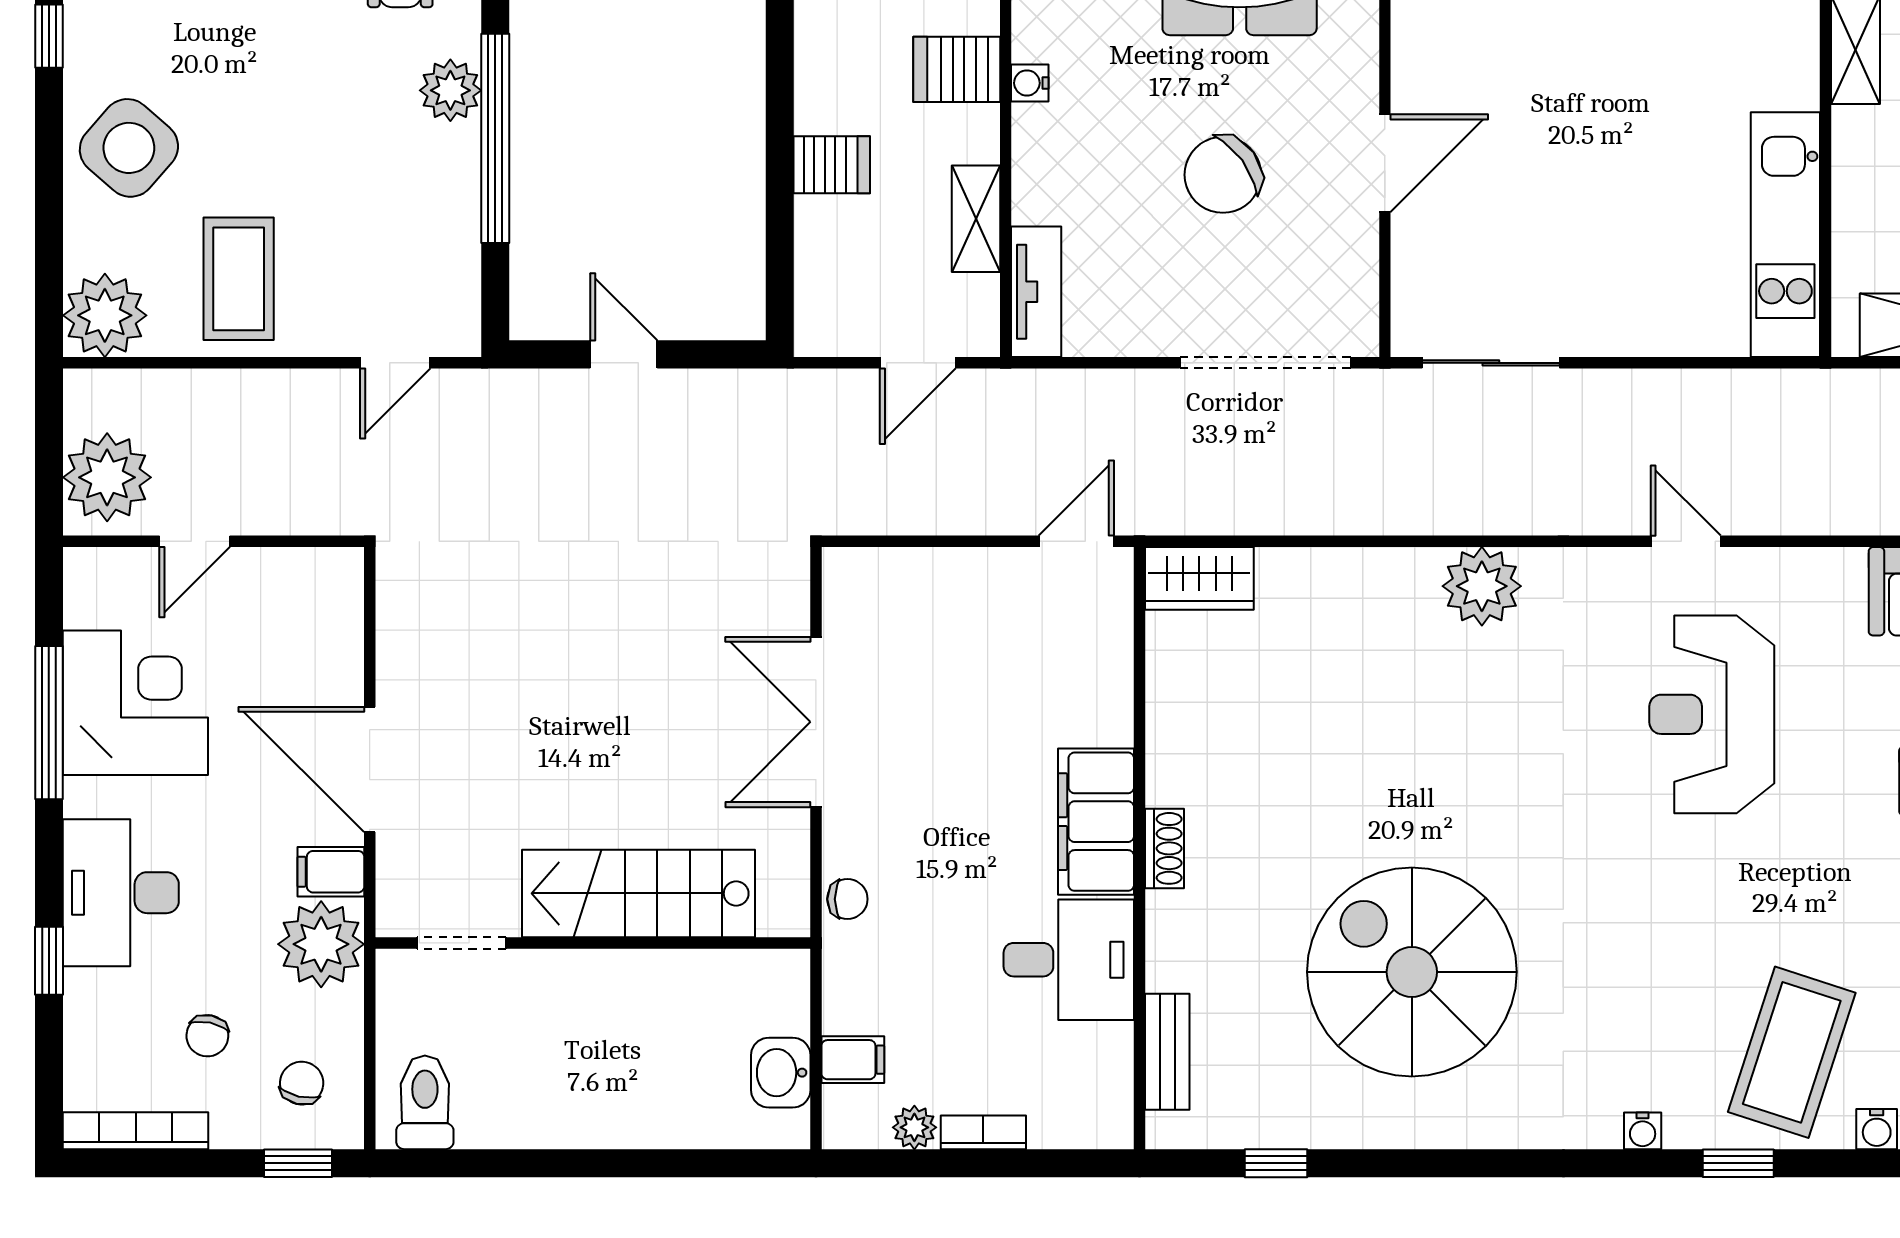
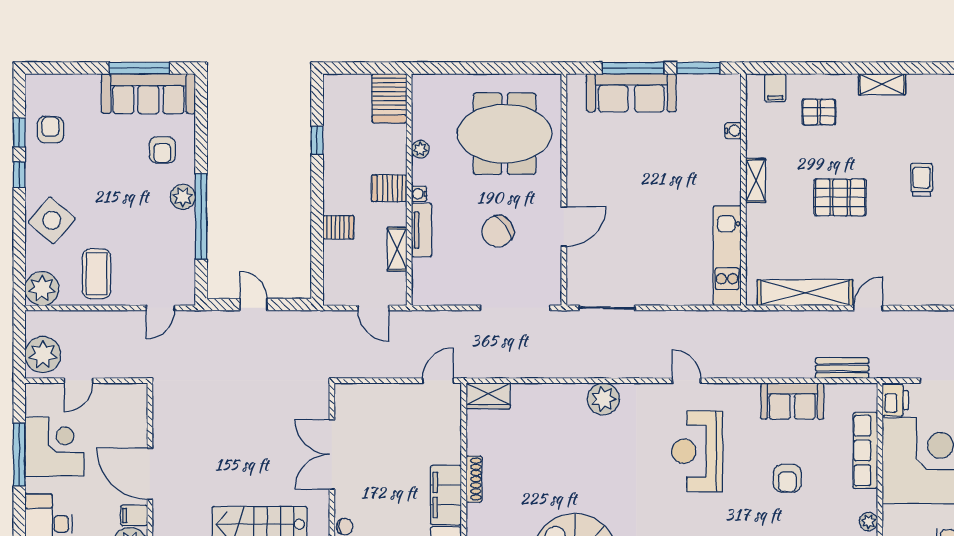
tv unit: (1036, 292) -> (422, 230), moved
door: (918, 363) -> (373, 308), hinge flipped
shoe rack: (1164, 848) -> (474, 479), moved, width x1.43

